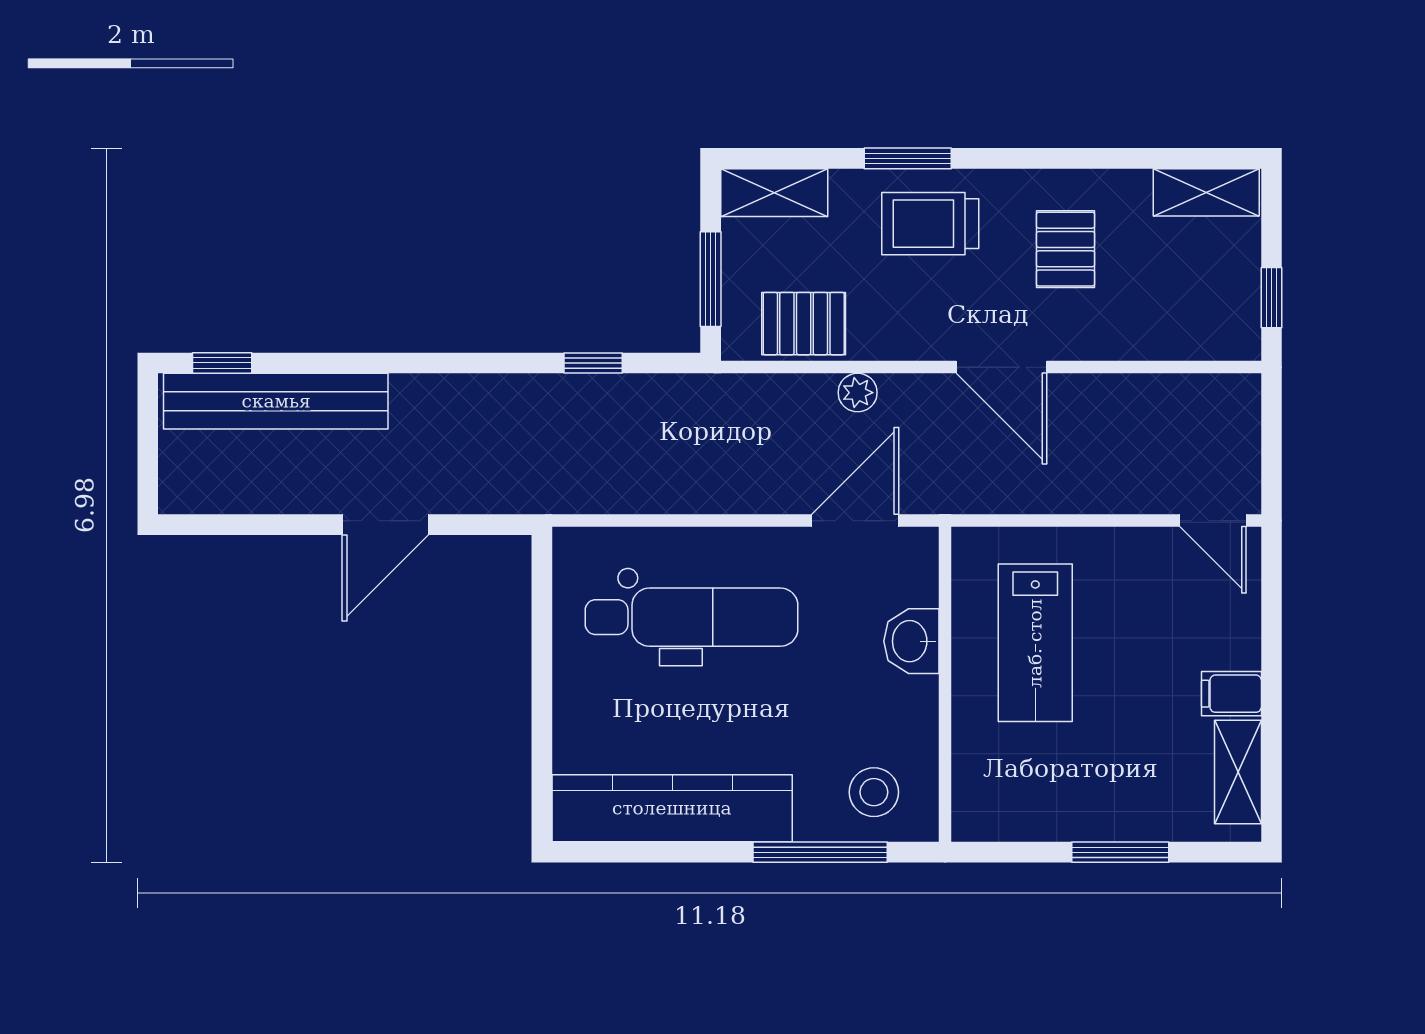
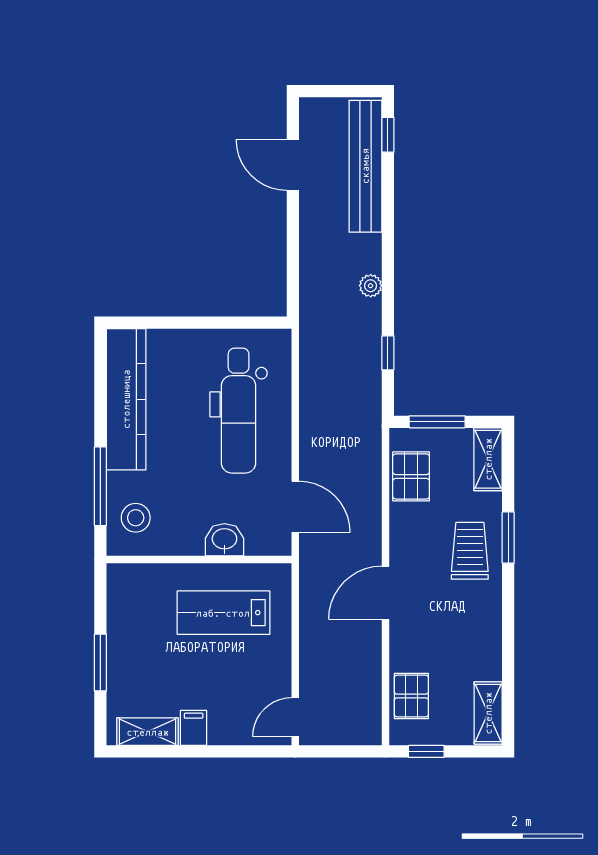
pallet: (1065, 249) -> (411, 696), moved, turned 90
plant: (858, 393) -> (371, 286), moved
door: (385, 525) -> (293, 165), moved

